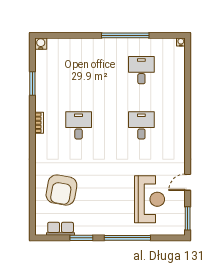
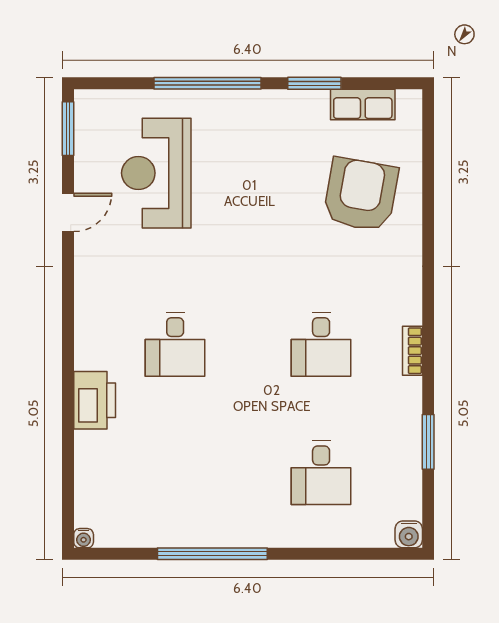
desk: (141, 70) -> (321, 473), moved
printer: (176, 101) -> (95, 400), added

